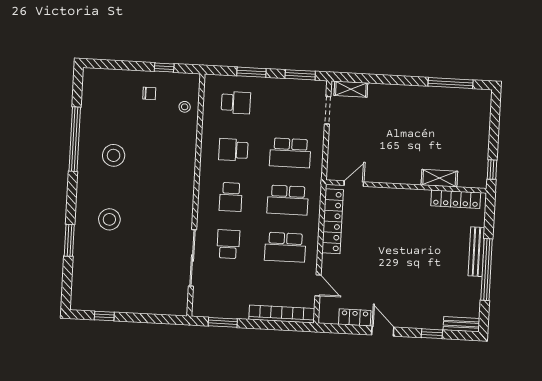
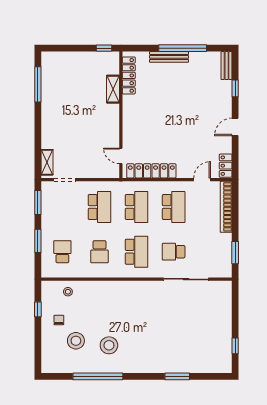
school desk: (231, 197) -> (137, 252), width x1.85
stool: (109, 219) -> (76, 341), moved
locker: (355, 317) -> (226, 166), moved

